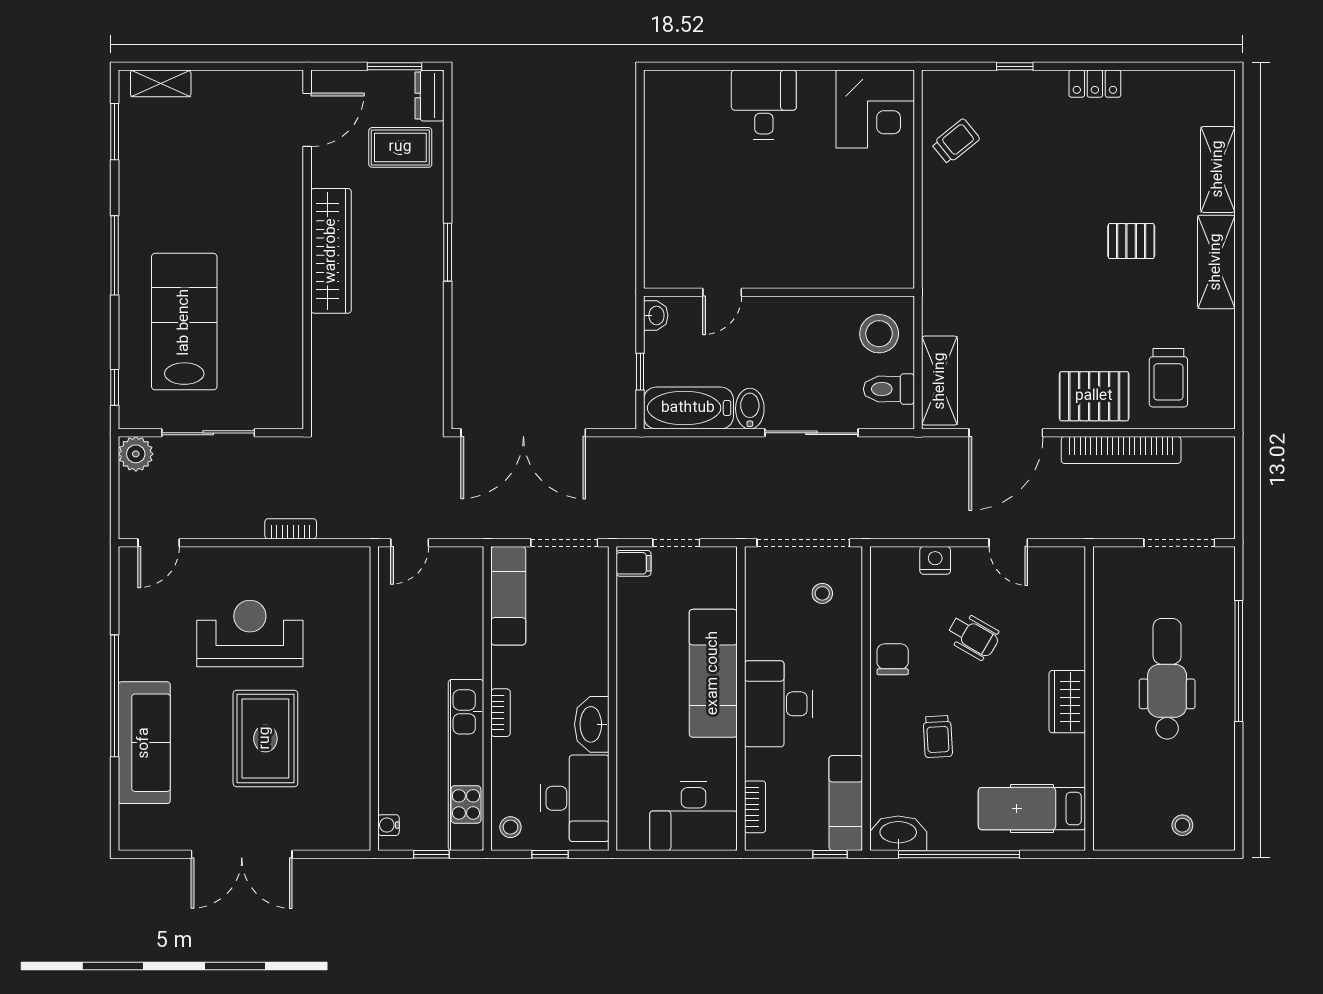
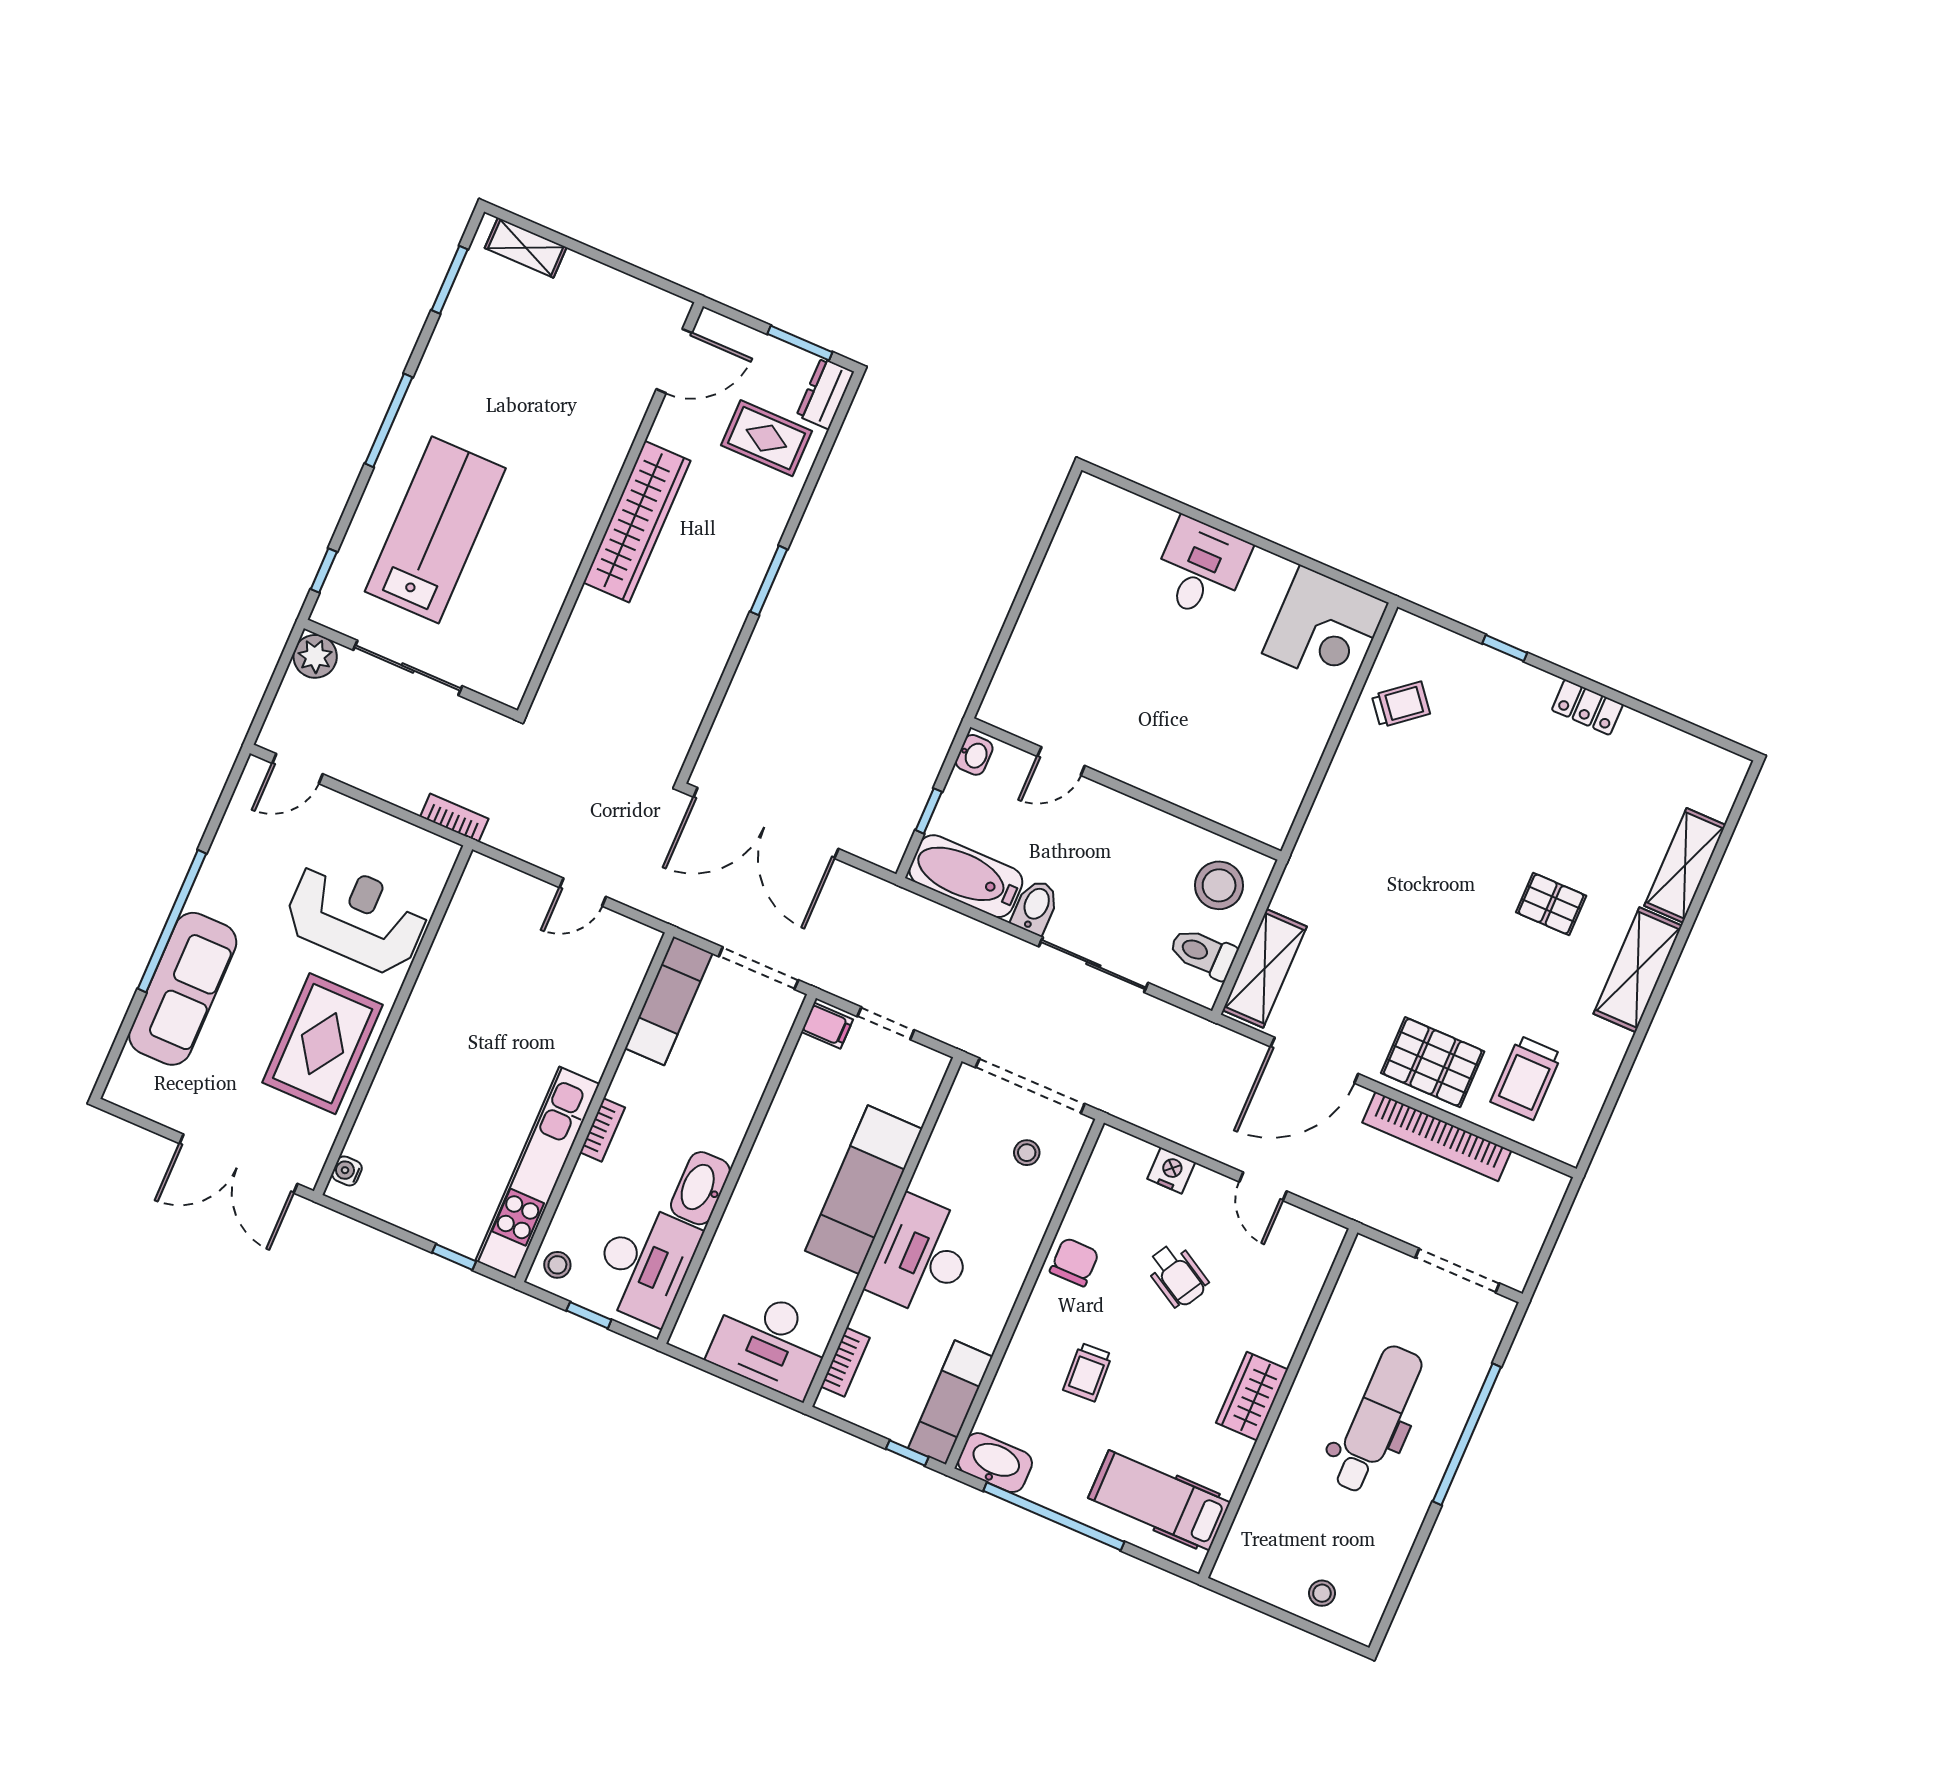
wall: (374, 699) -> (393, 1020), moved
water cooler: (388, 825) -> (347, 1171), moved

